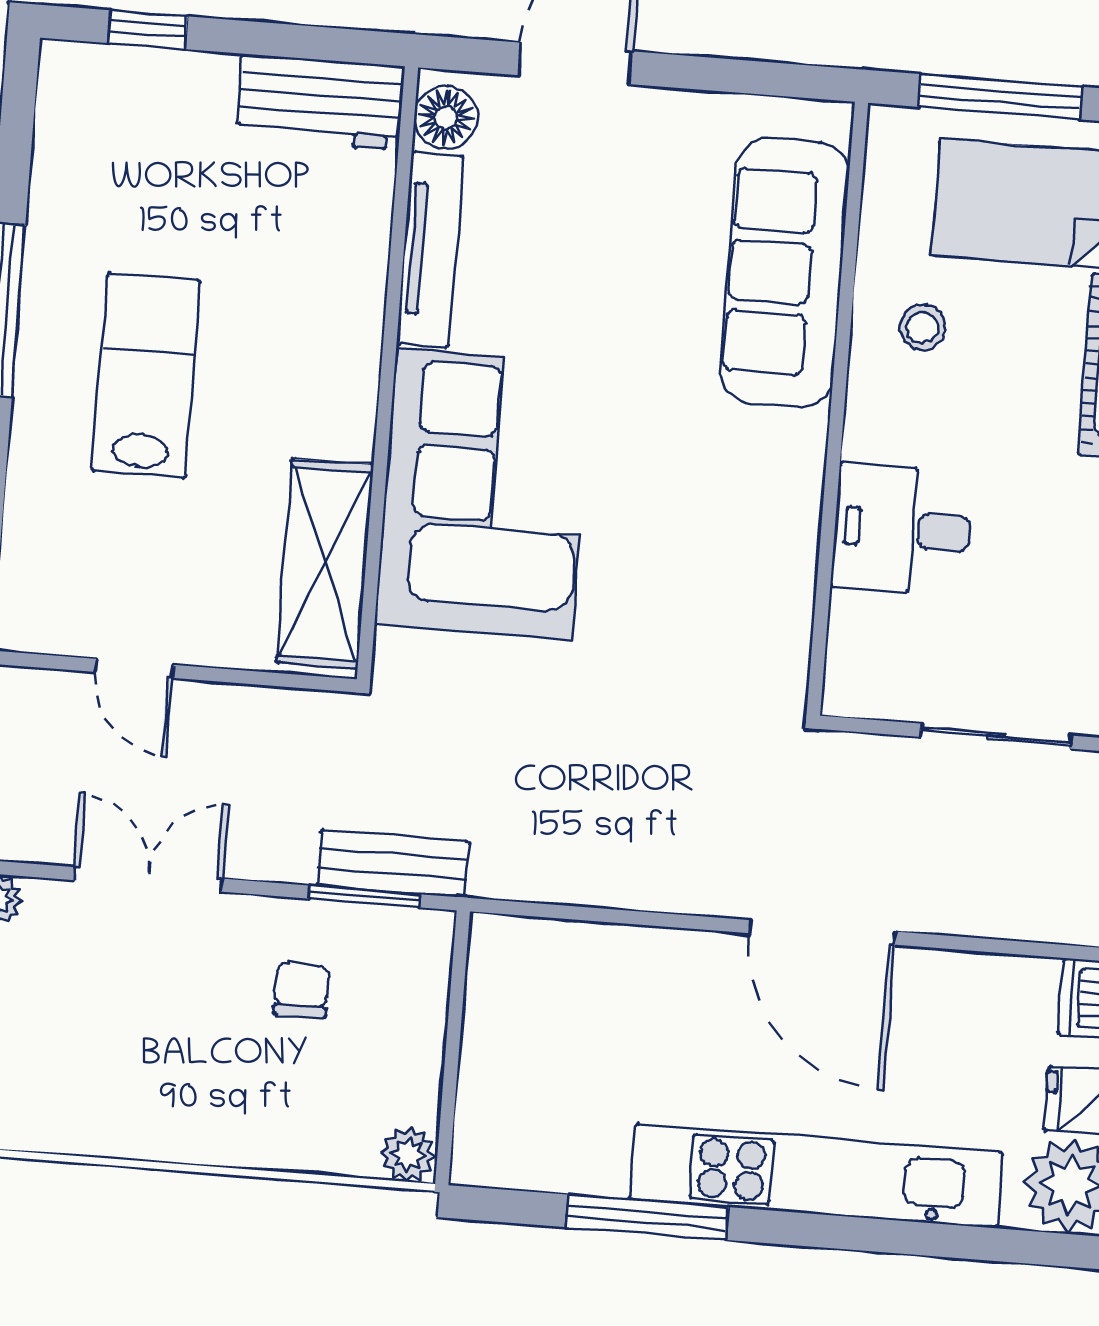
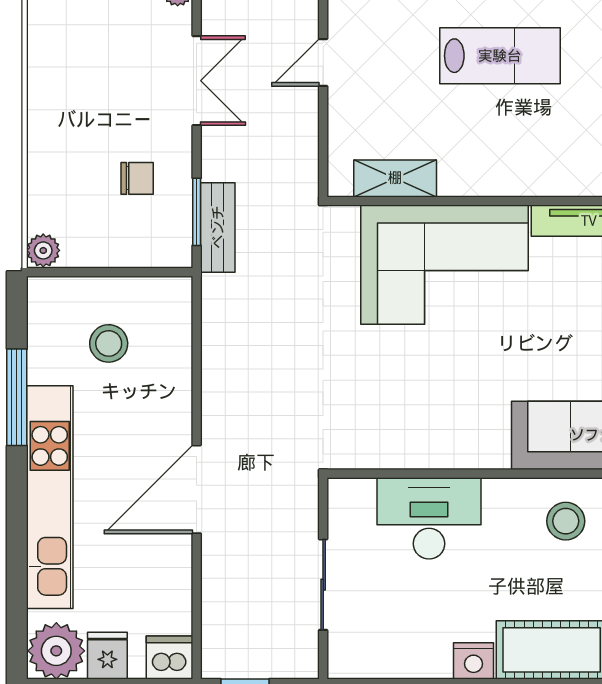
stool: (923, 328) -> (566, 521), width x1.37, depth x1.37
desk: (902, 530) -> (429, 518), width x1.37
shelving: (325, 564) -> (395, 178), width x0.67, depth x0.75
stool: (570, 1059) -> (109, 343), added

